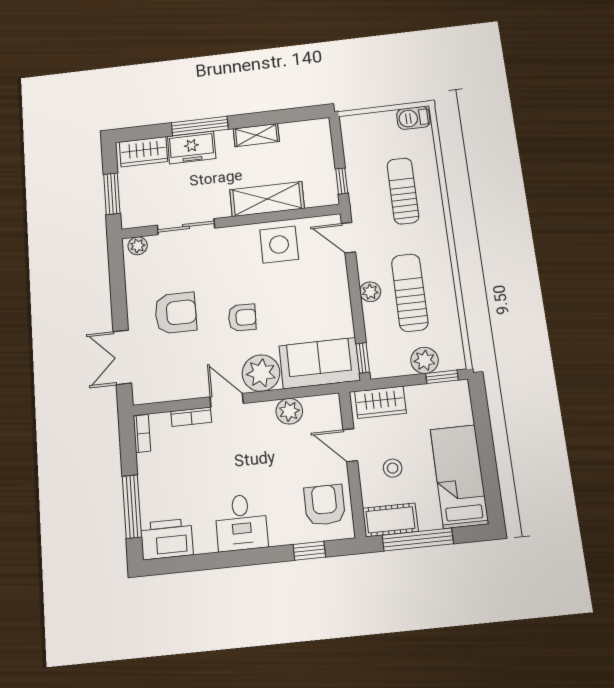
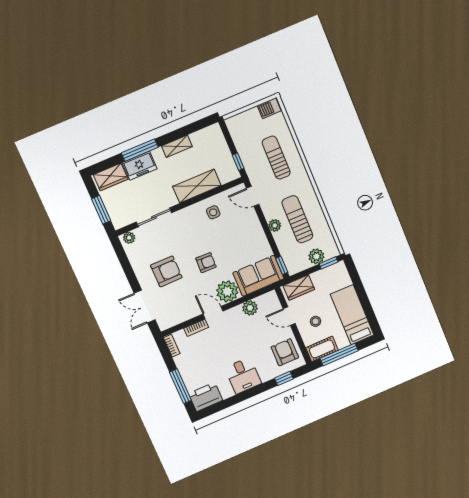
side table: (279, 244) -> (213, 212), width x0.54, depth x0.54

